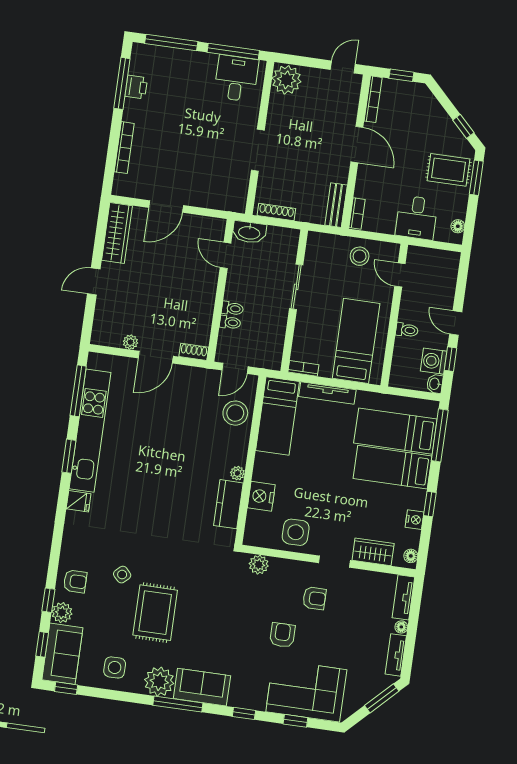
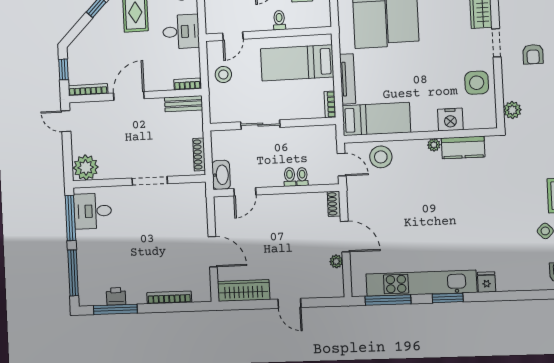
armchair: (314, 598) -> (533, 54), turned 180

